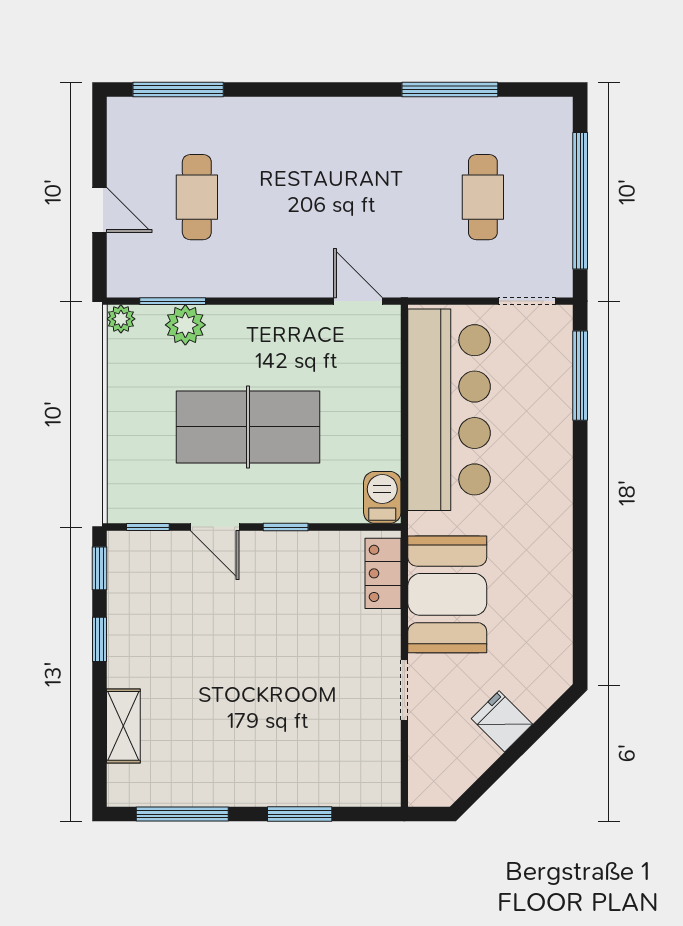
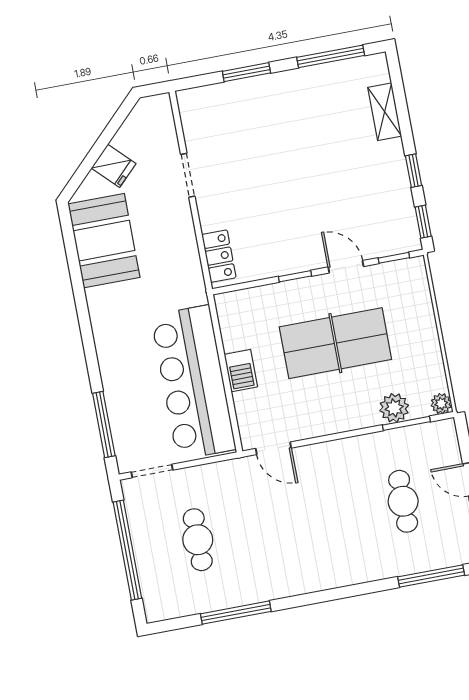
barbecue: (382, 497) -> (241, 371), moved
booth: (447, 594) -> (104, 241), moved

